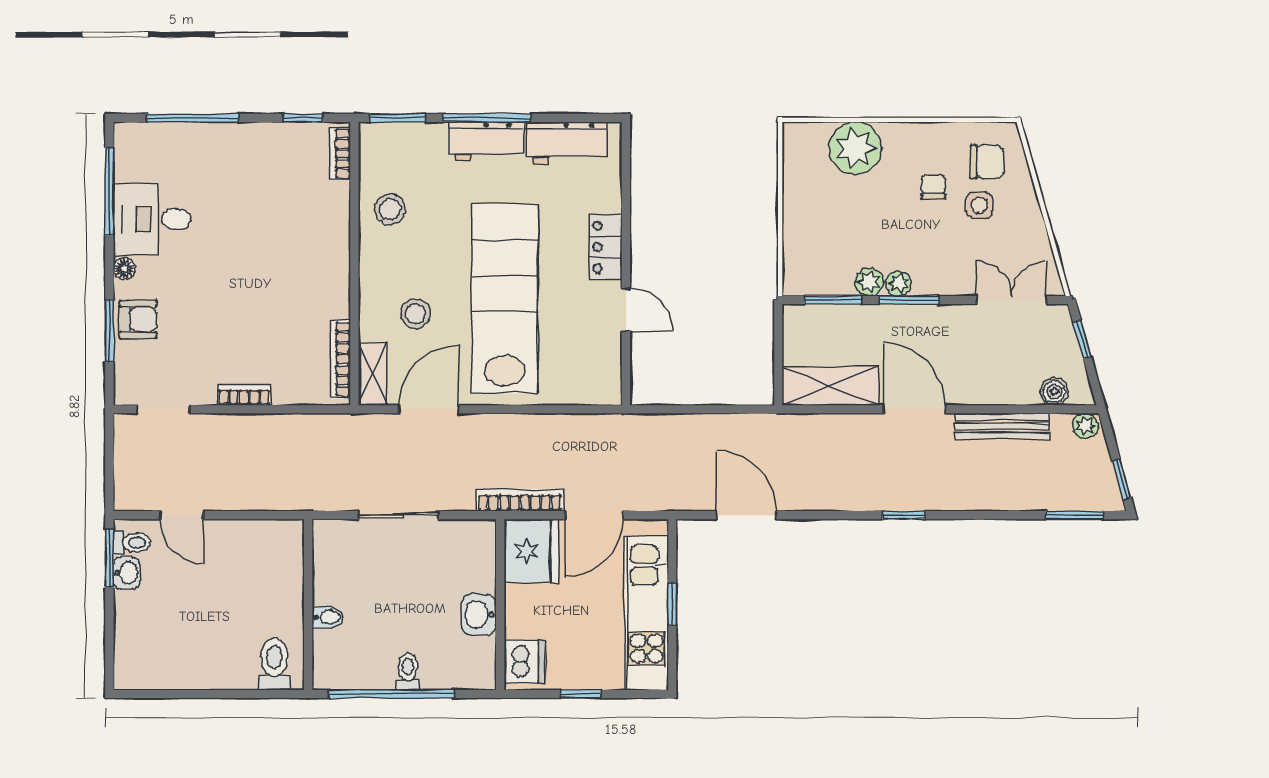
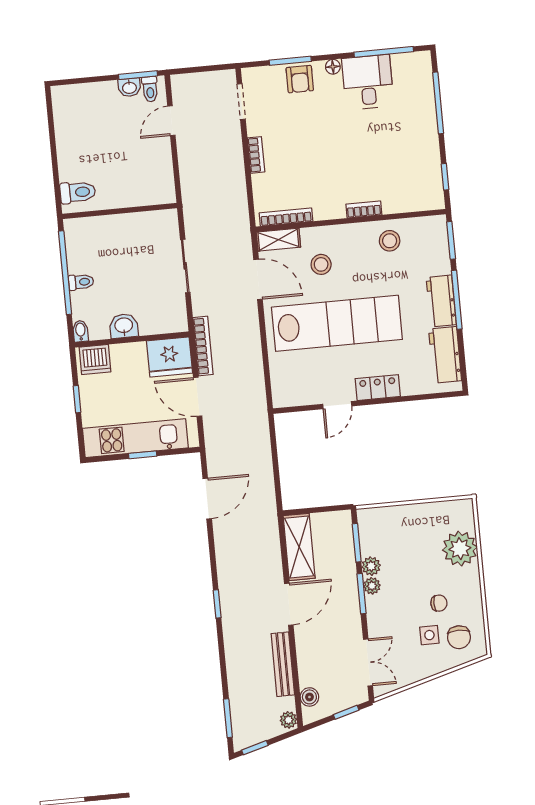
bookcase: (340, 154) -> (364, 210), moved
bidet: (328, 617) -> (80, 331), moved, turned 180

